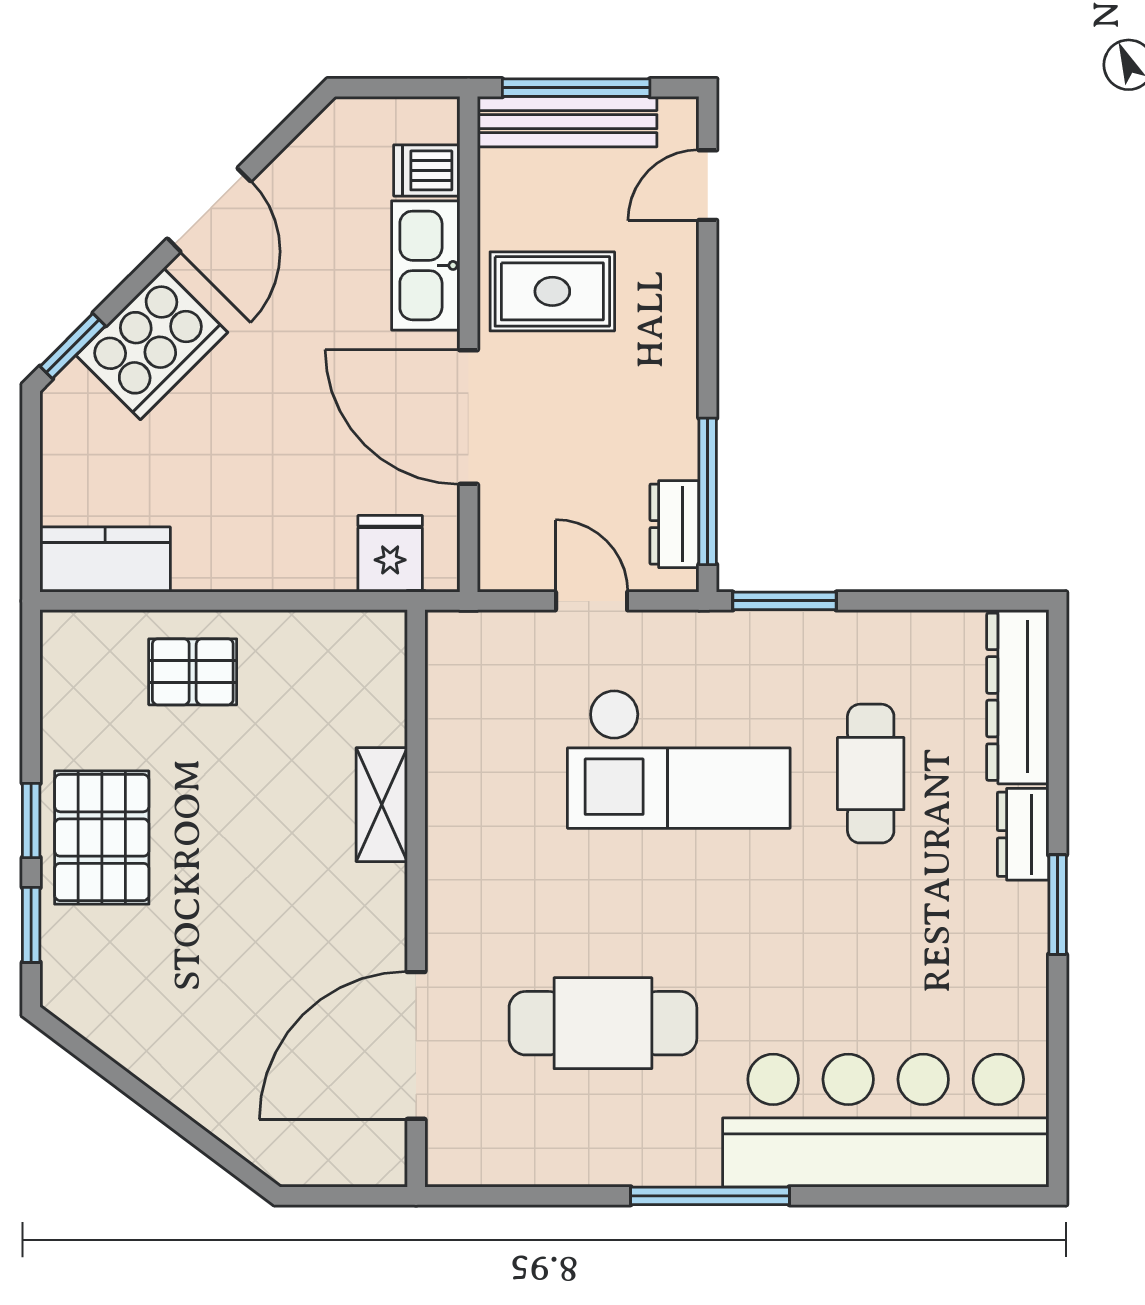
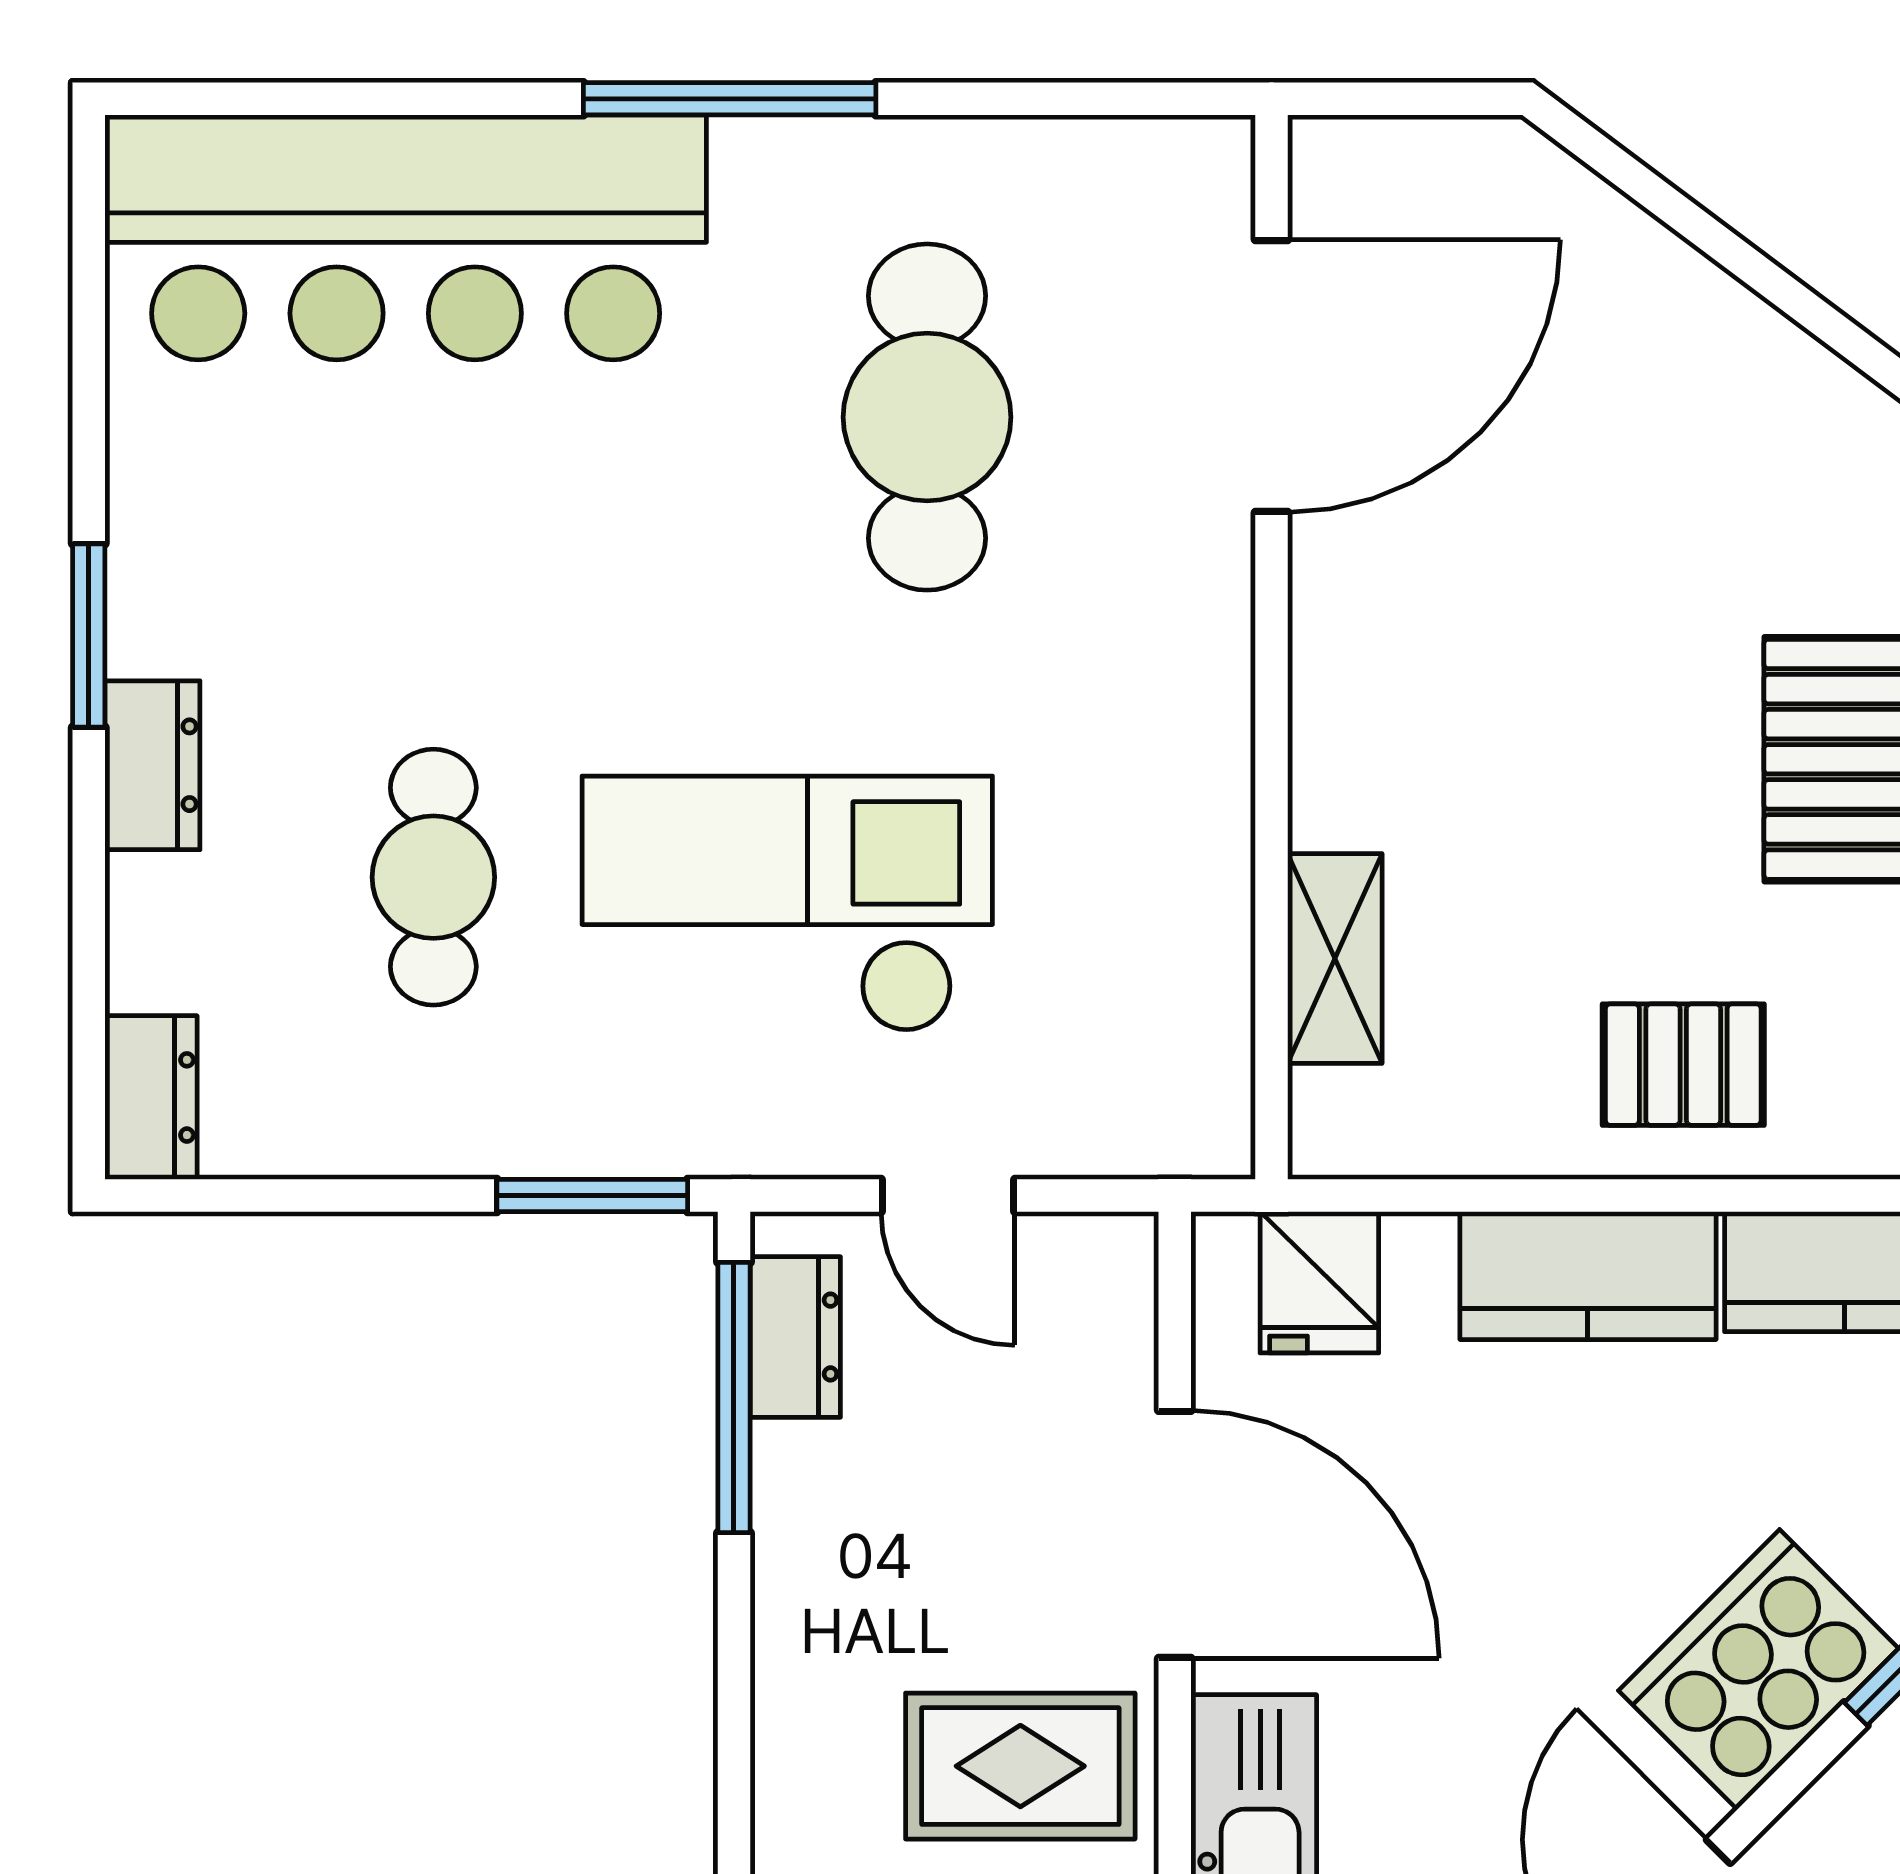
kitchen counter: (244, 557) -> (1588, 1276), added
dresser: (1018, 697) -> (151, 1097), width x0.51, depth x0.80
shelving: (382, 805) -> (1335, 959), moved
cafe table: (603, 1023) -> (927, 417), turned 90

